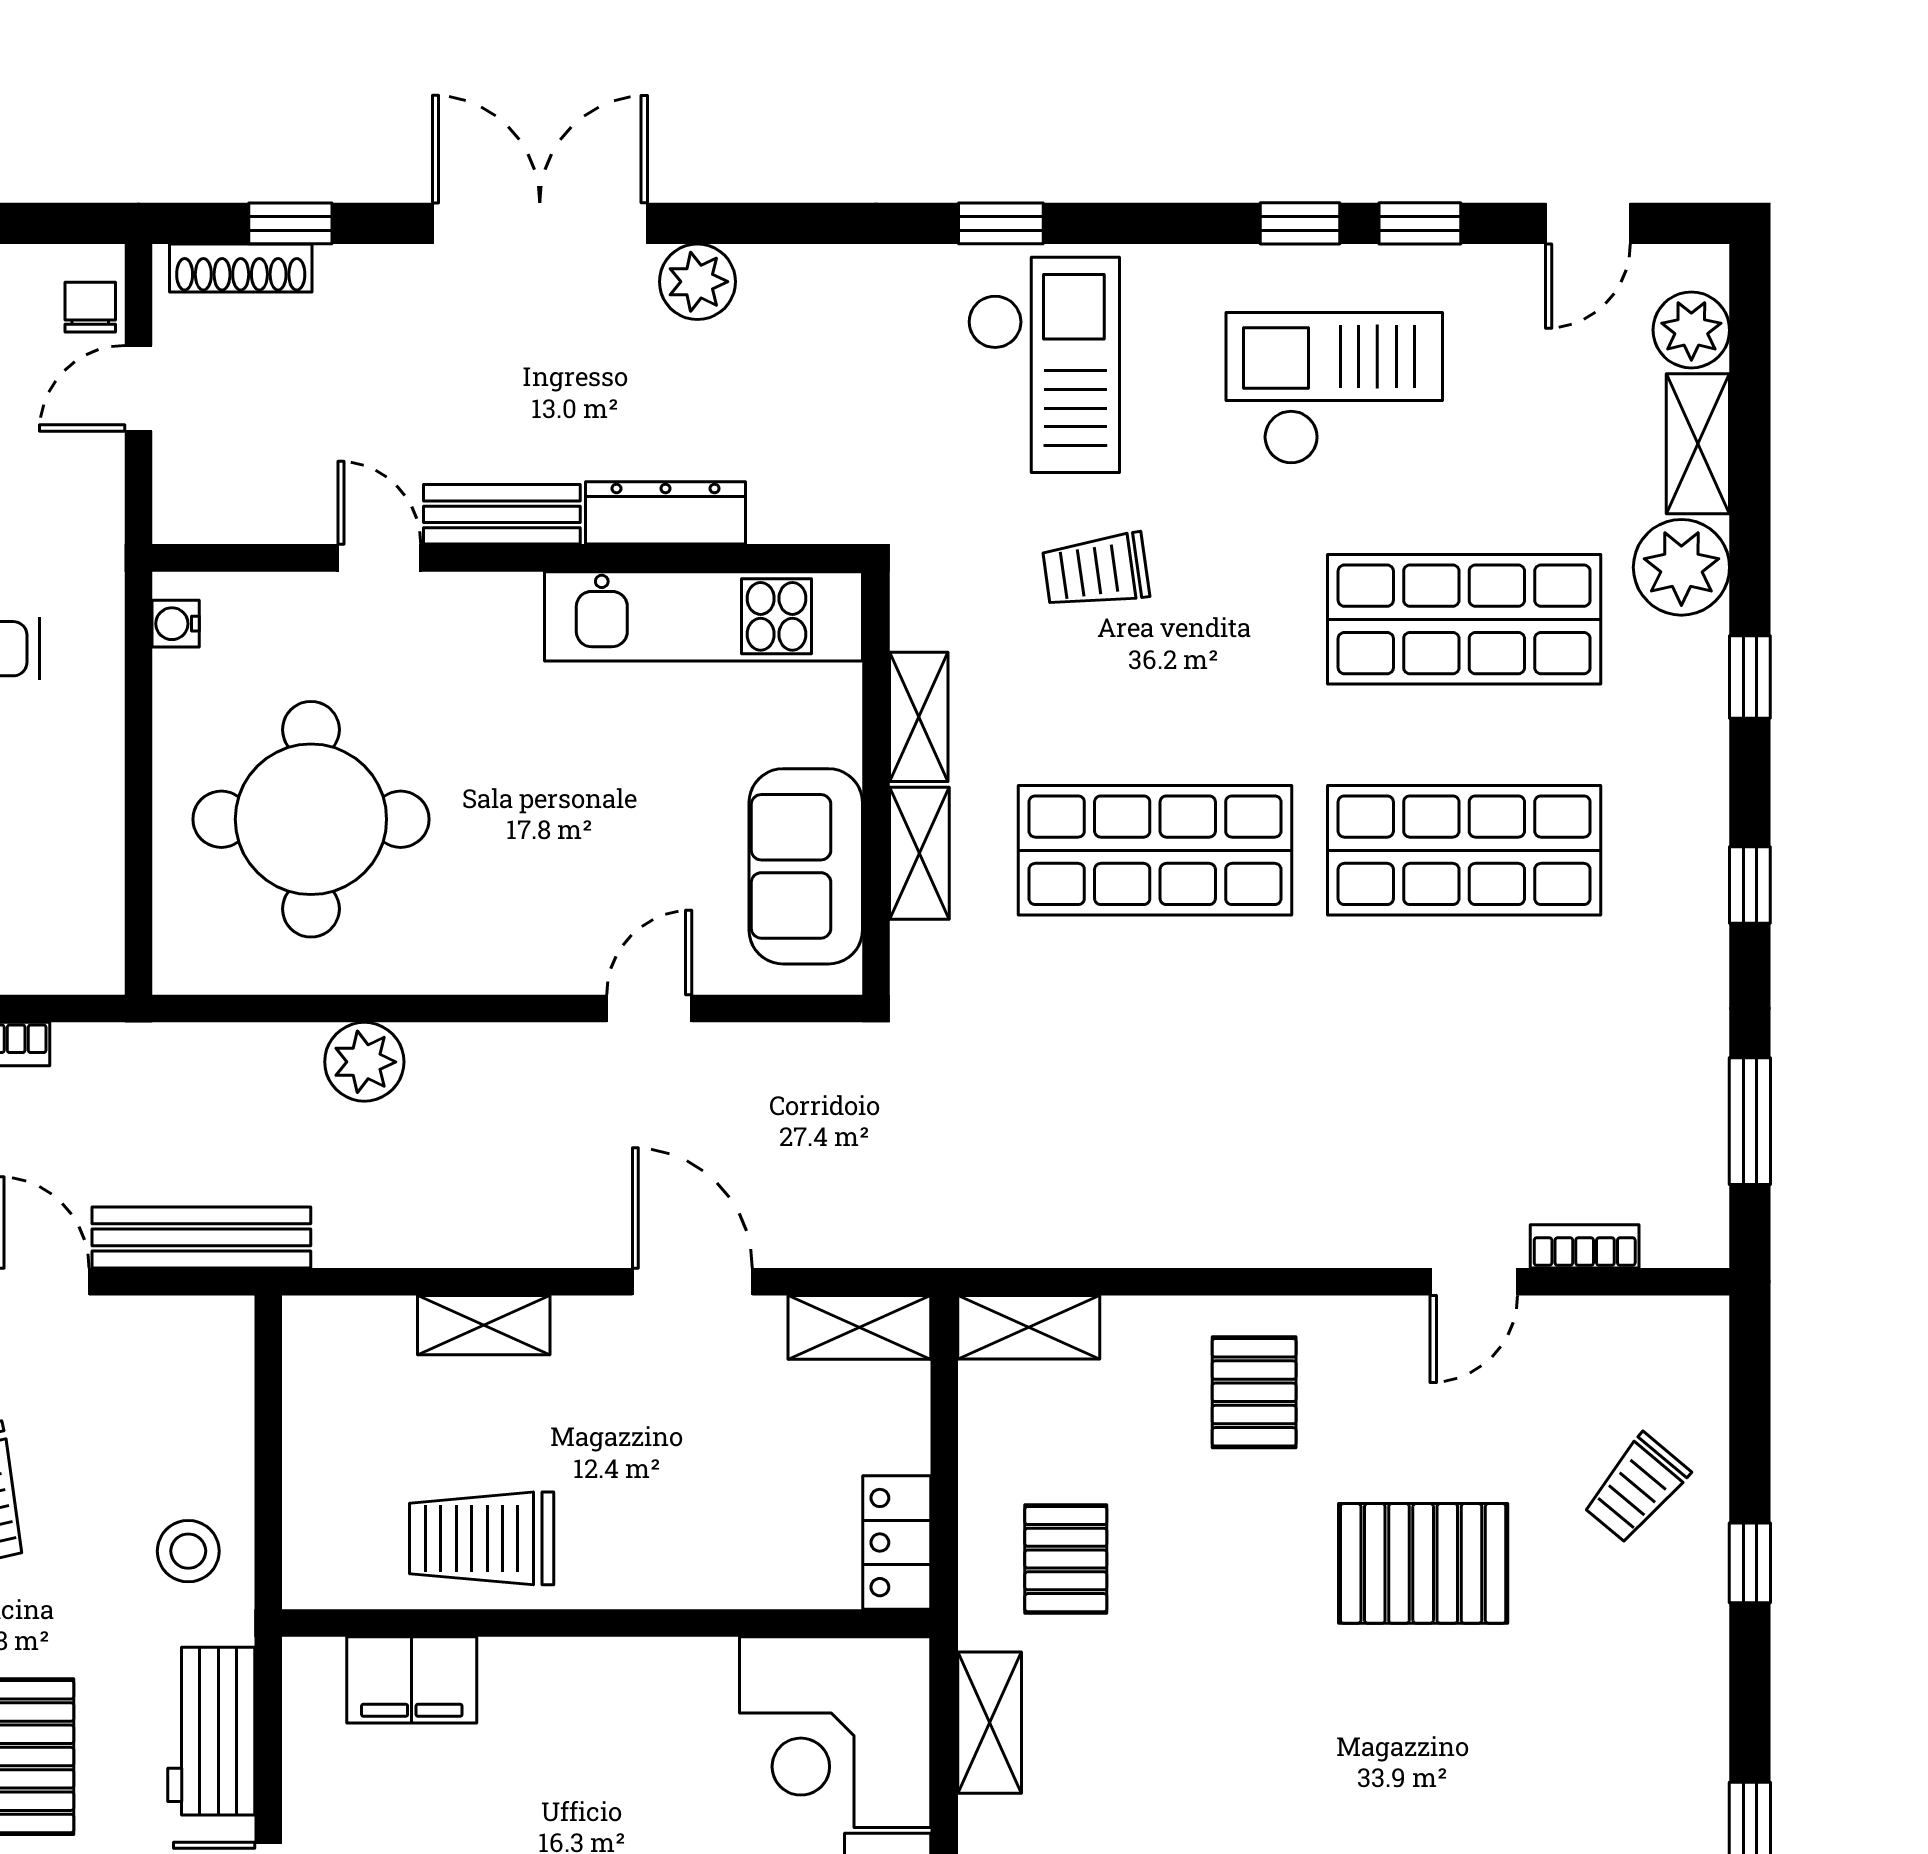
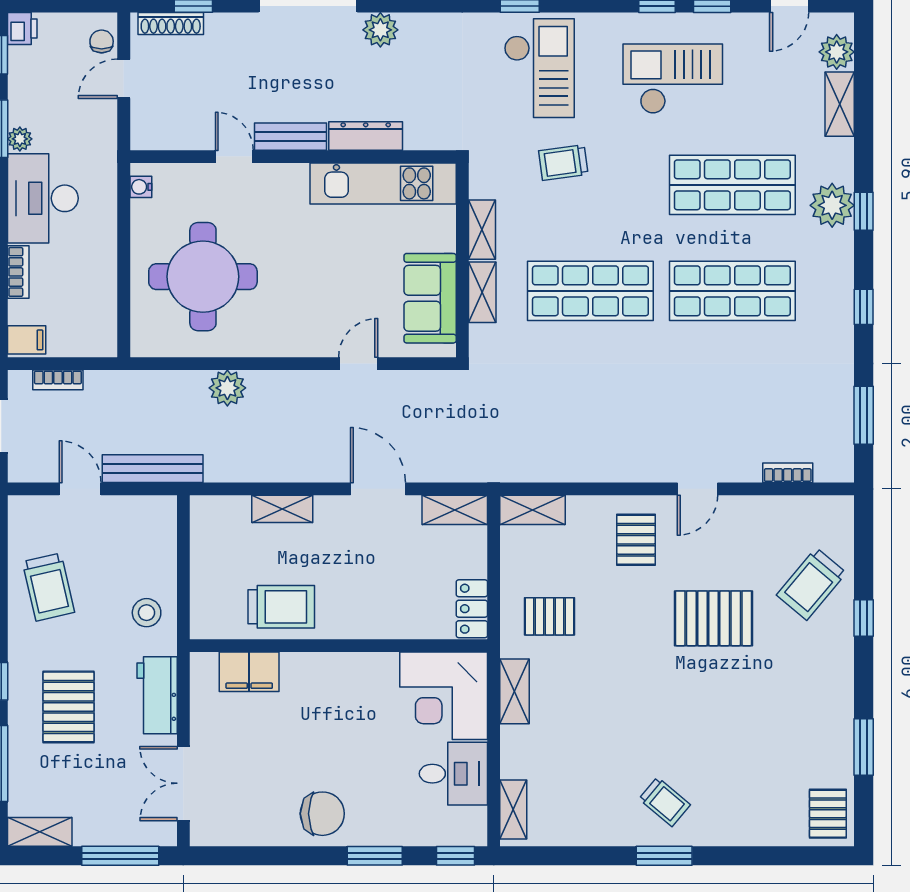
plant: (1681, 567) -> (832, 205), moved
door: (1474, 1282) -> (697, 489), moved
trolley: (1636, 1489) -> (811, 584), width x1.36, depth x1.39
trolley: (482, 1538) -> (281, 607), turned 180
pallet: (1066, 1559) -> (549, 616), turned 90

